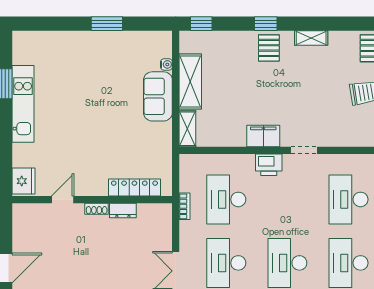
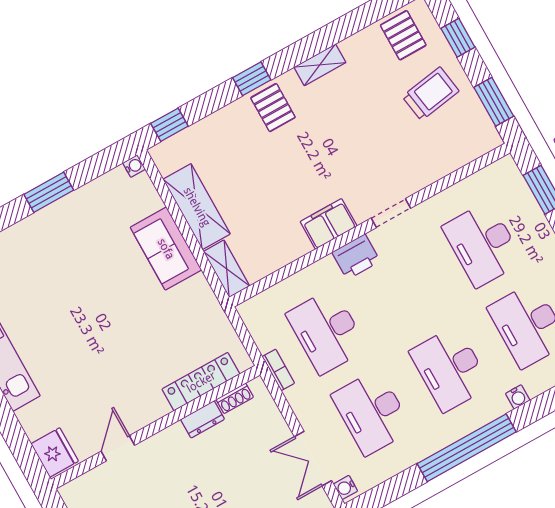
water cooler: (166, 64) -> (134, 166), moved
shoe rack: (97, 209) -> (235, 398), moved

